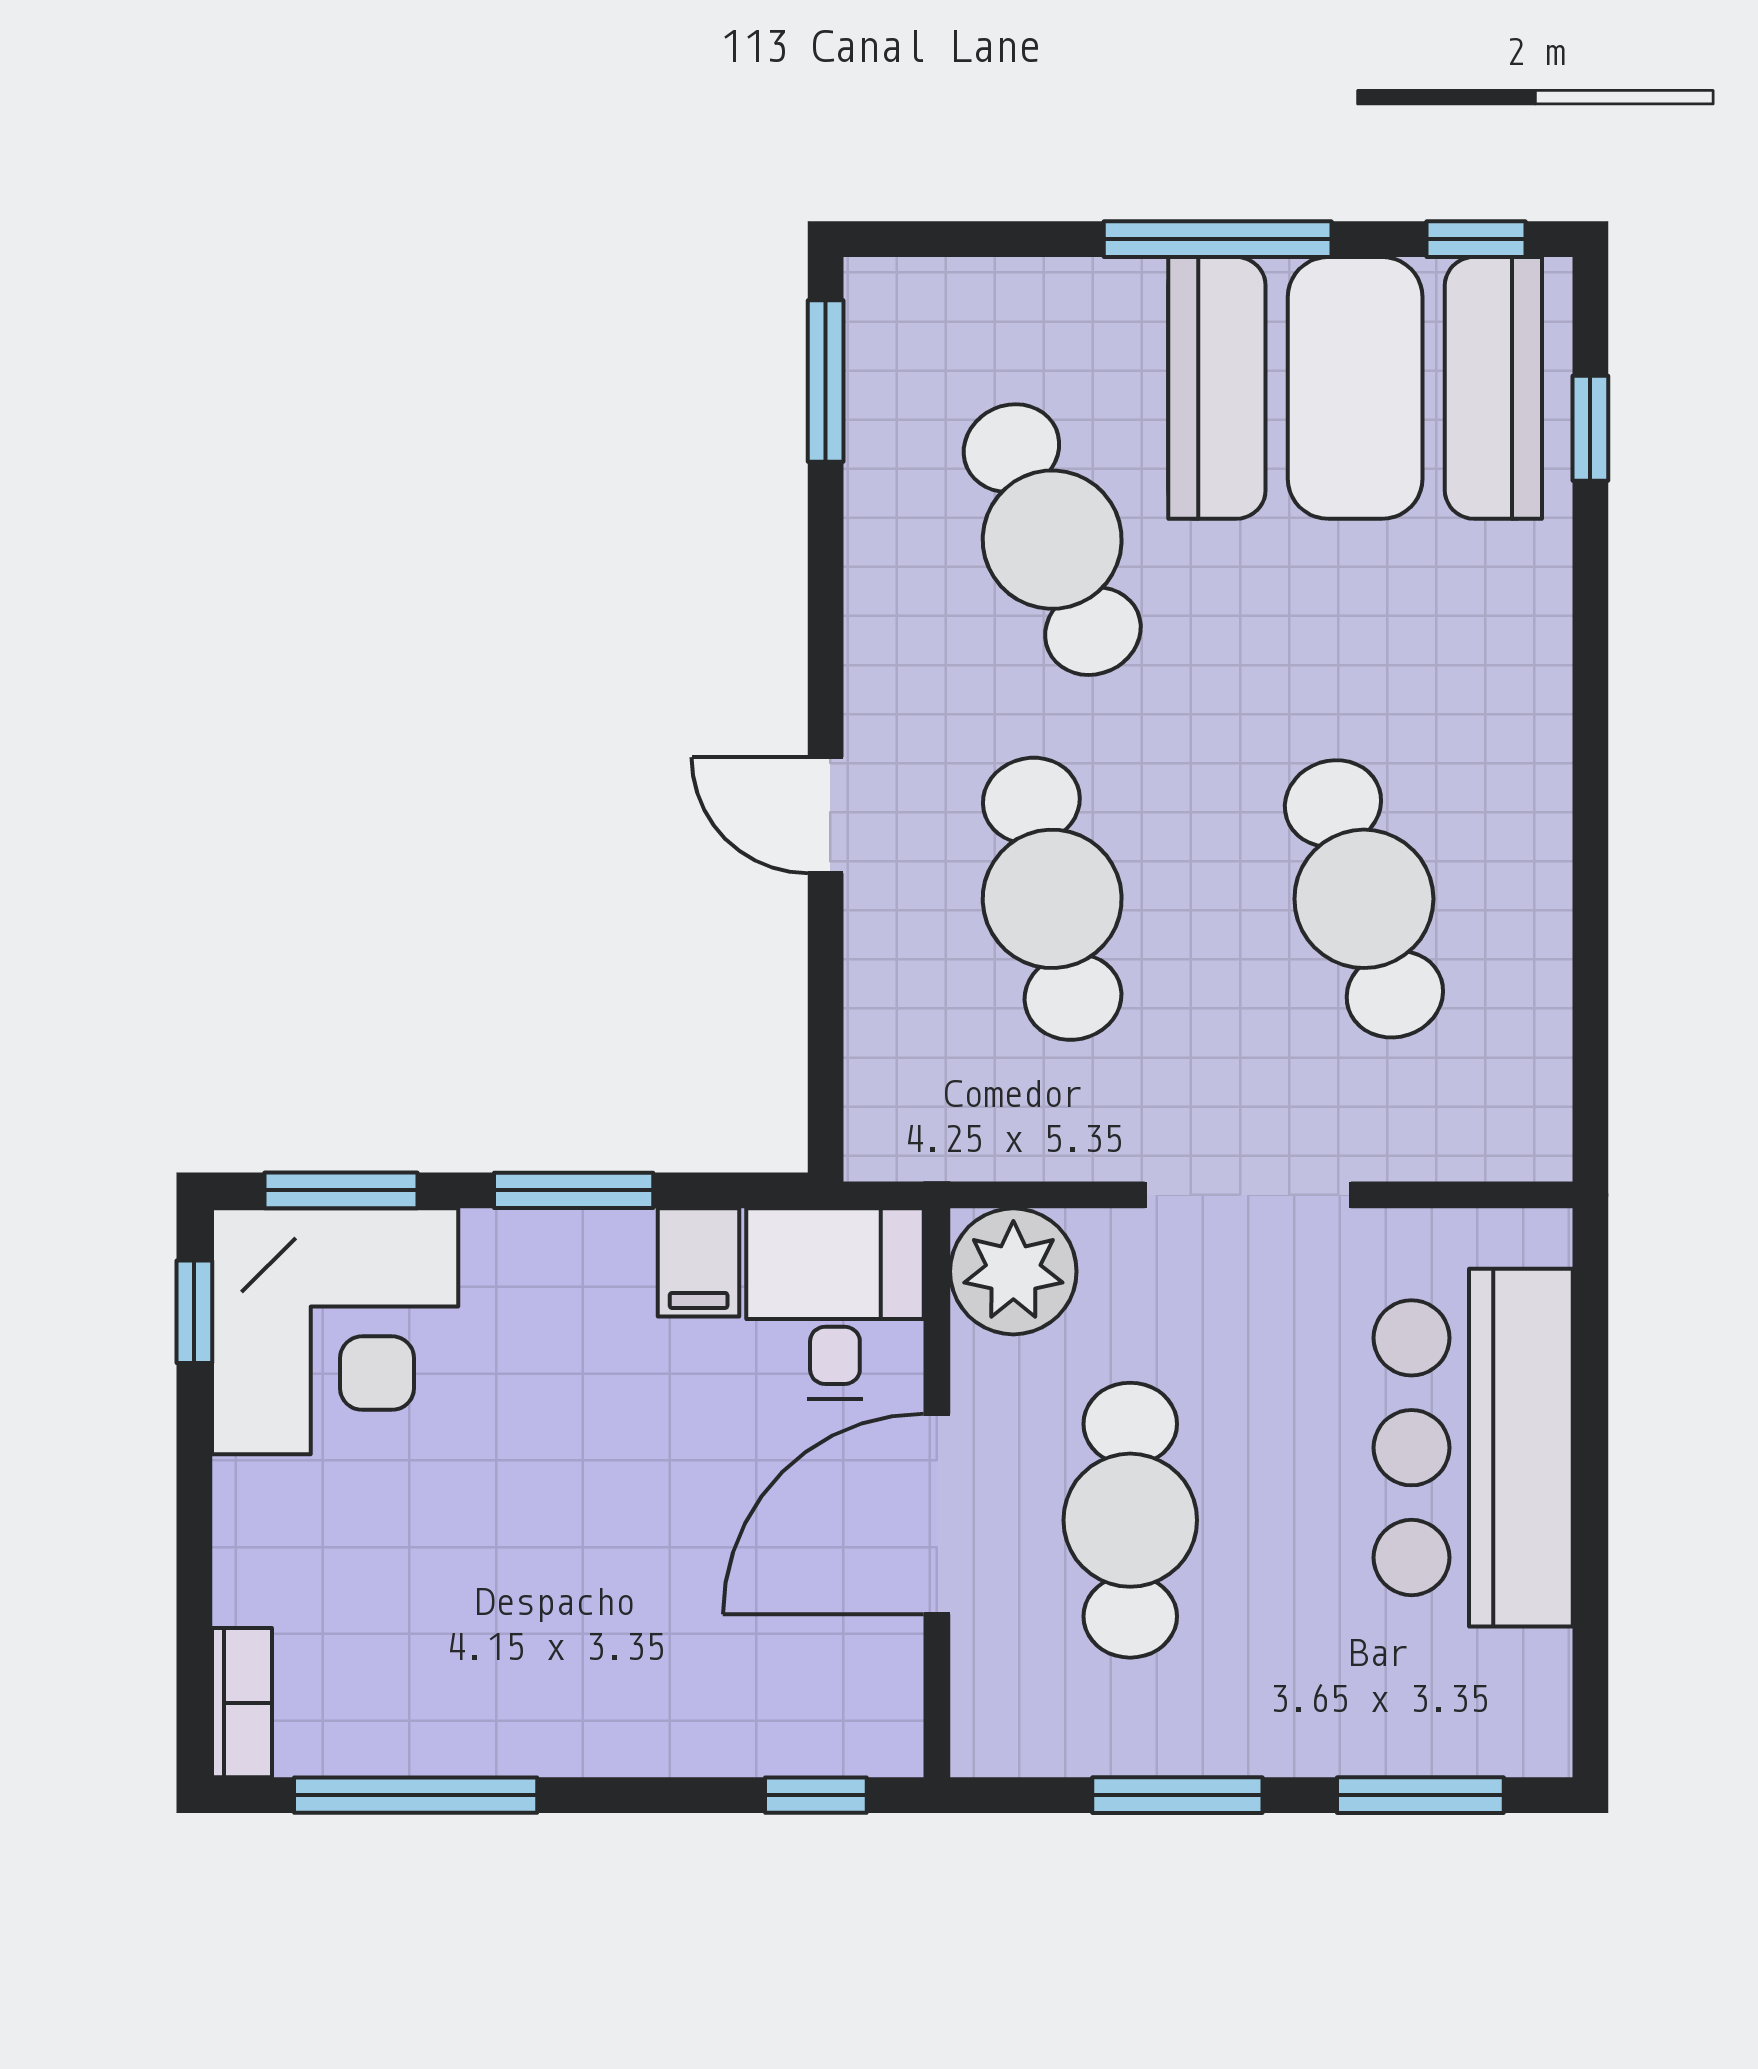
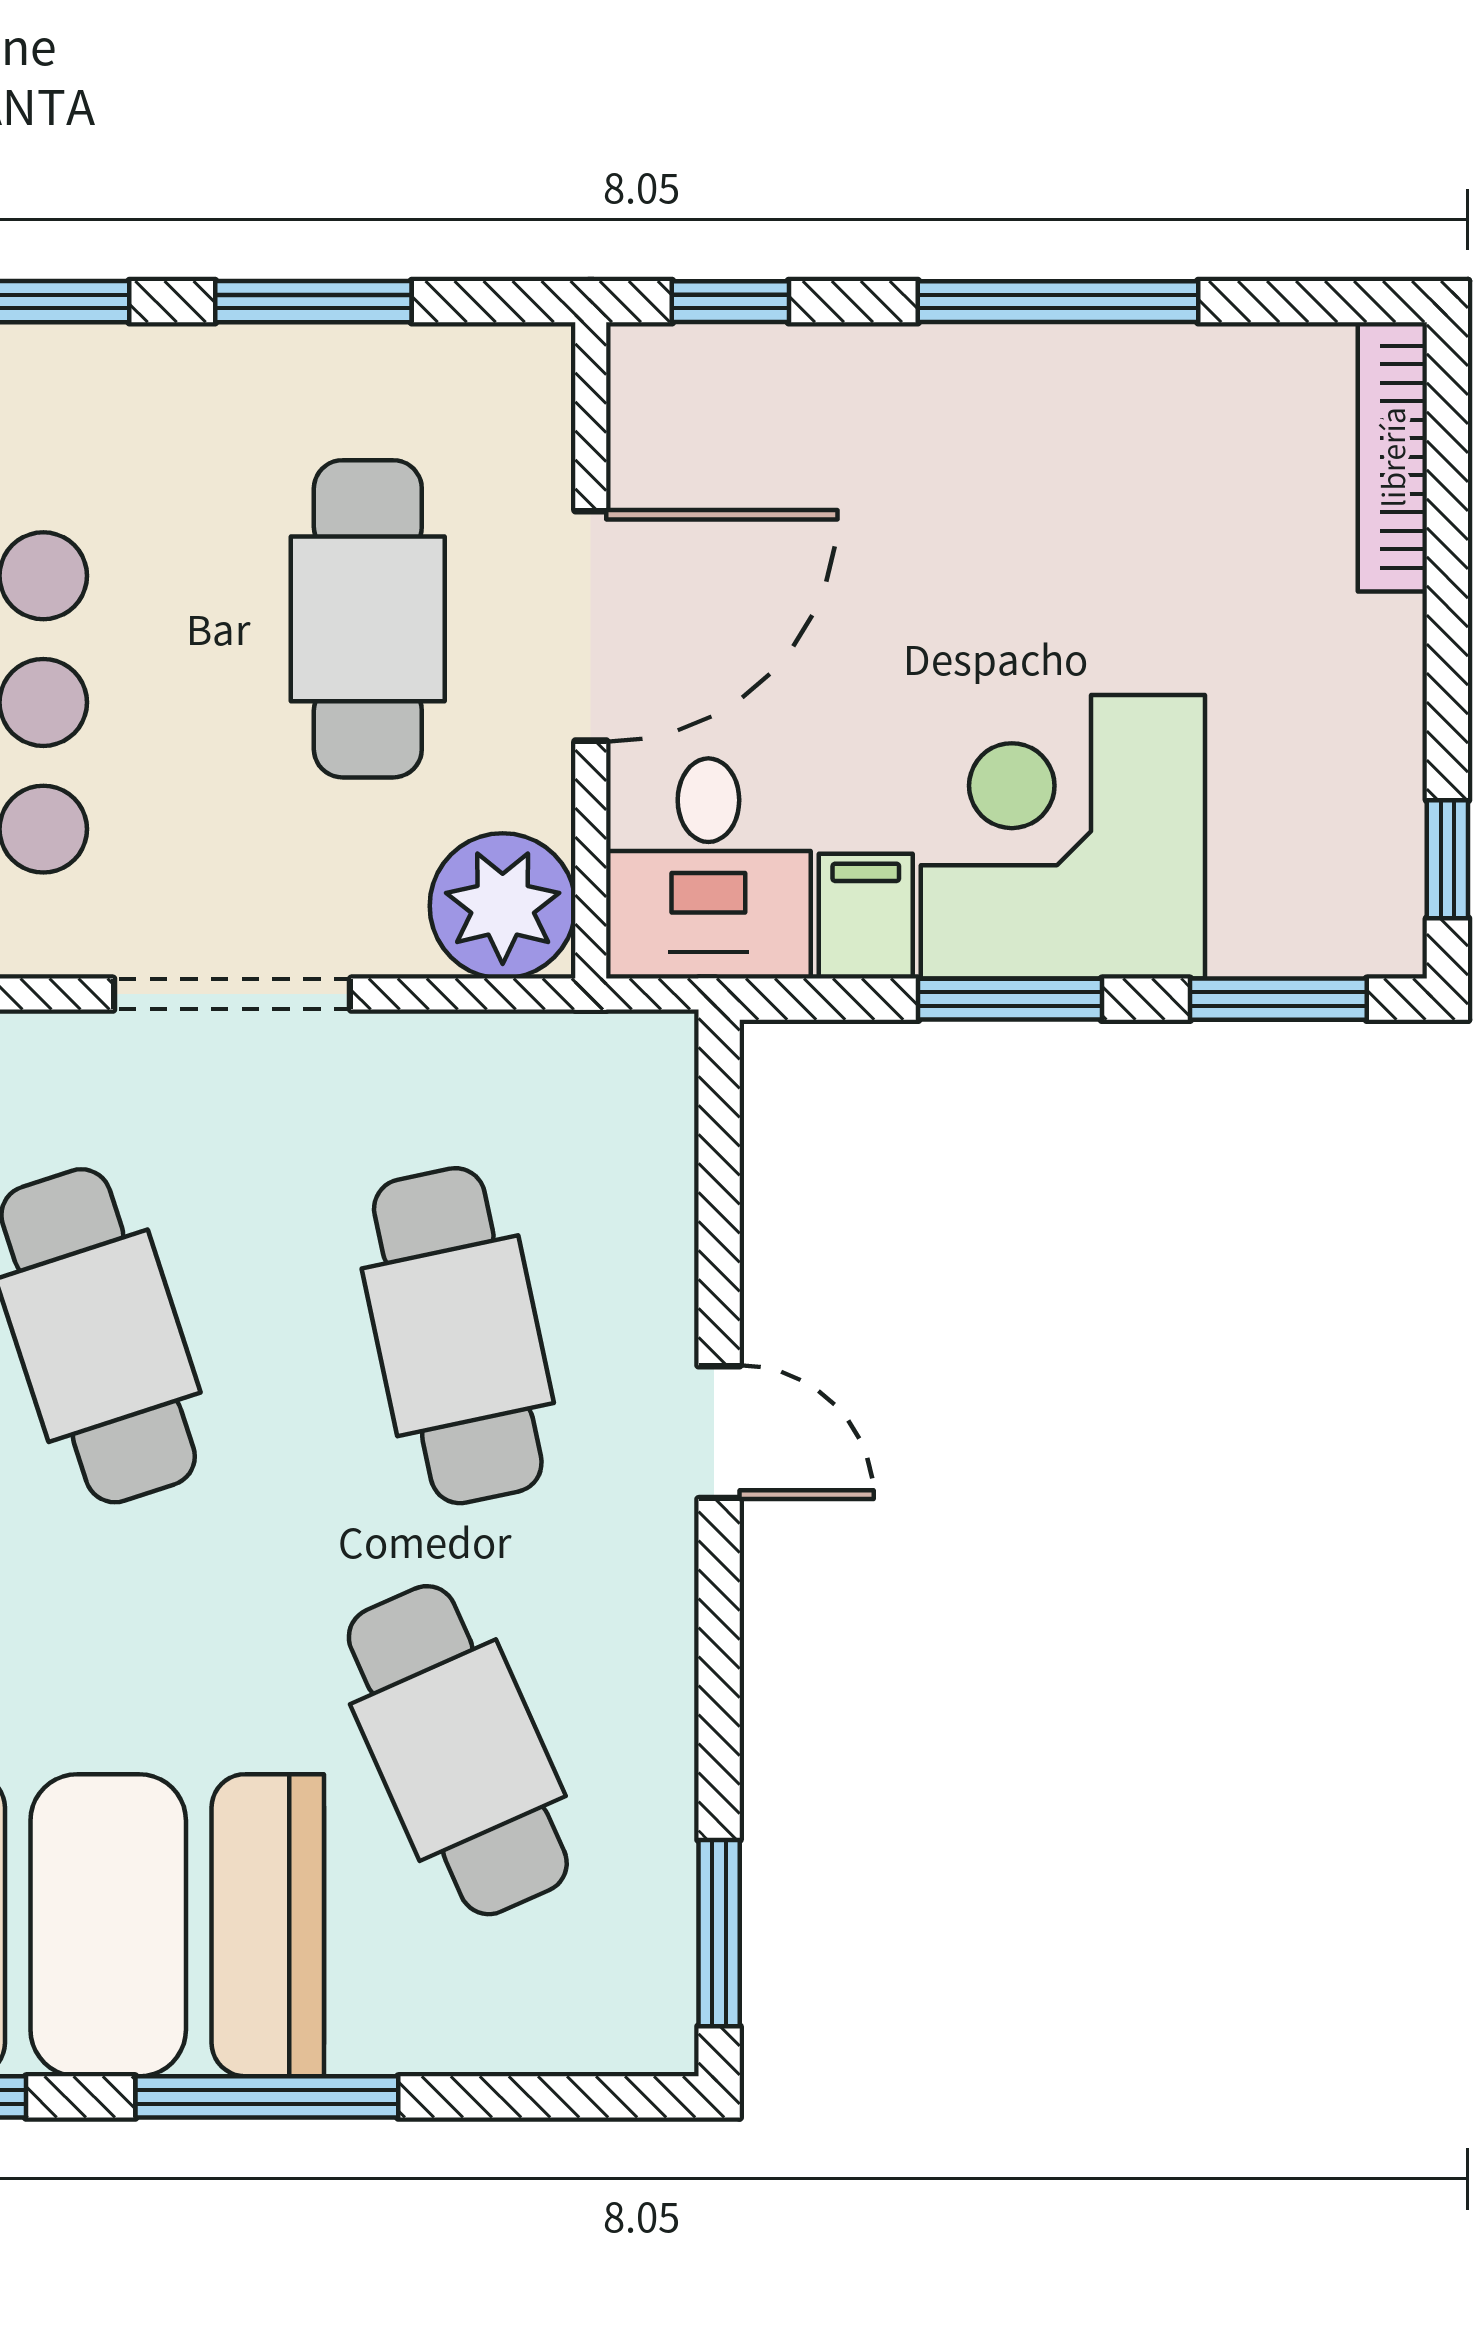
corner desk: (335, 1331) -> (1063, 837), moved
bookcase: (242, 1703) -> (1392, 457), width x1.56
window: (416, 1795) -> (1058, 302), moved

